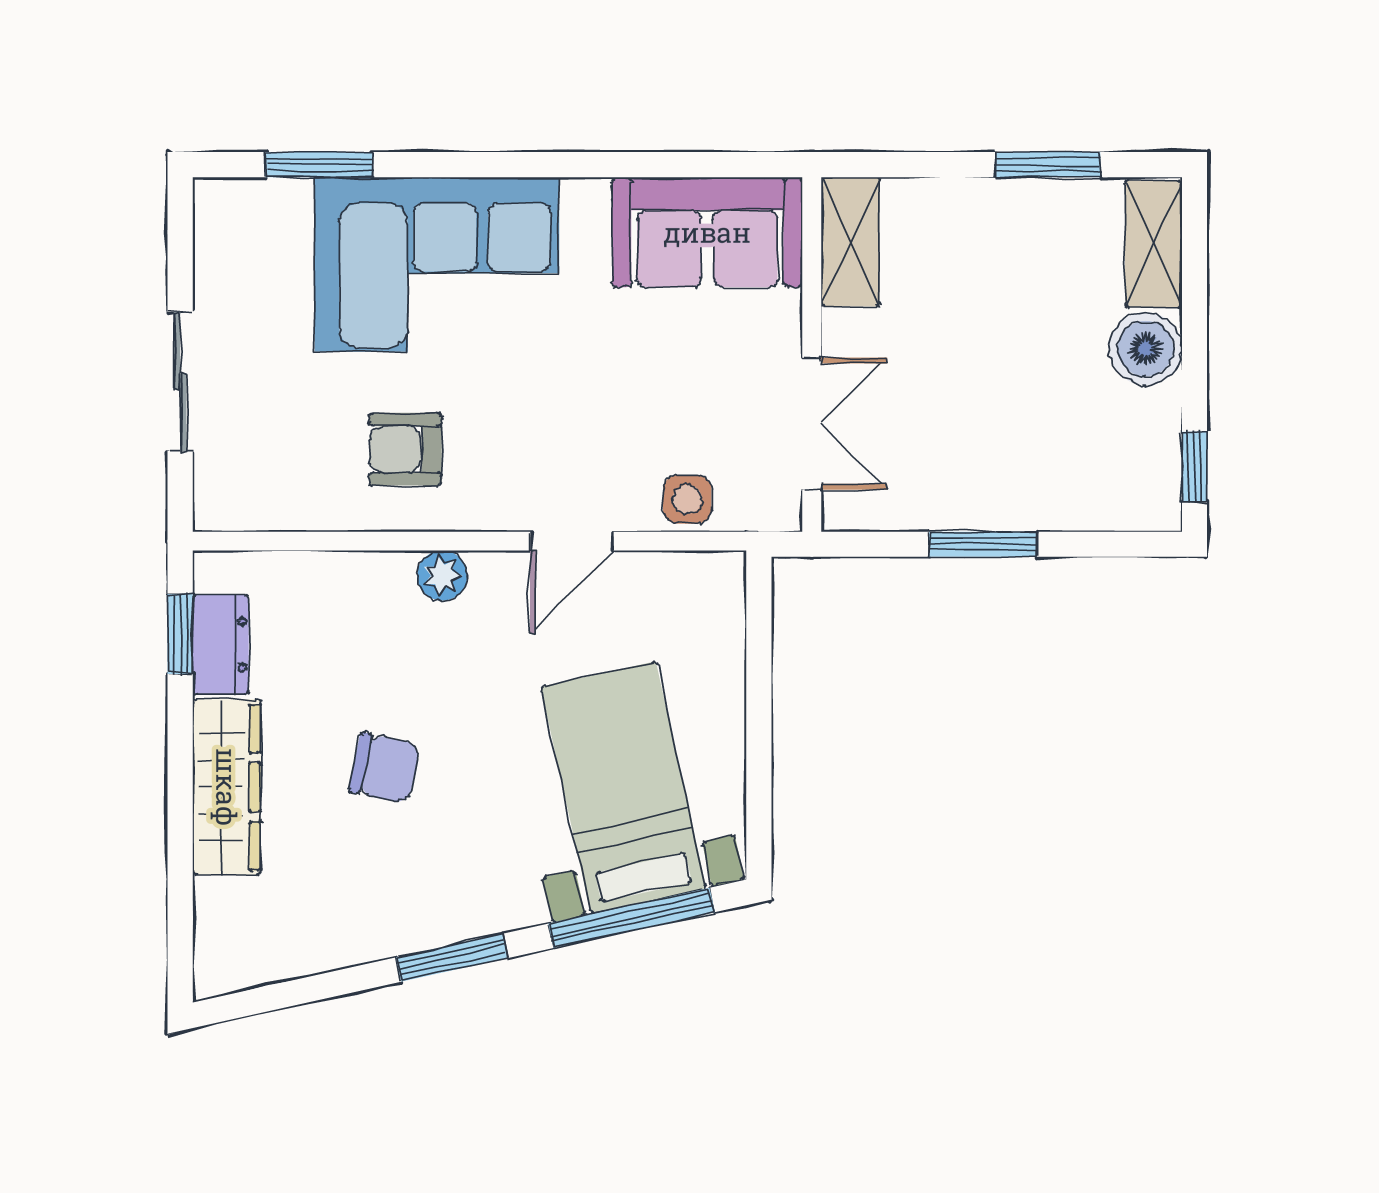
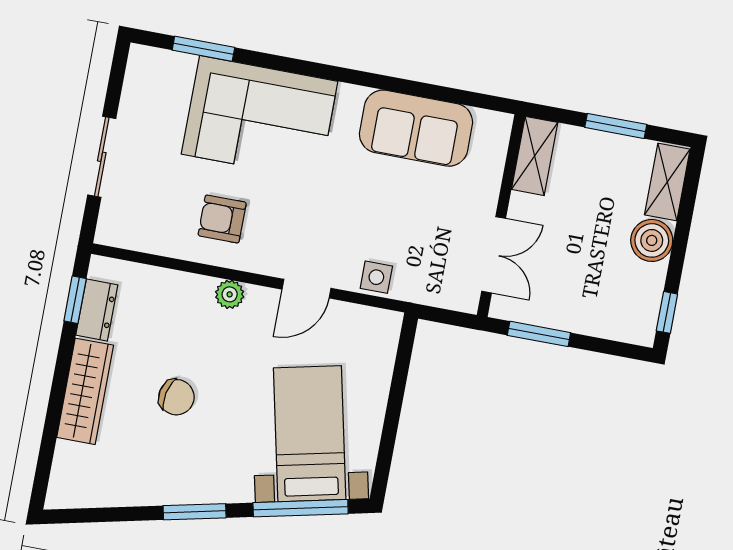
shelving: (850, 242) -> (535, 156), moved
wall: (812, 354) -> (501, 216), moved
double door: (812, 424) -> (494, 255), moved

